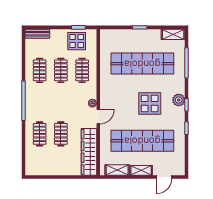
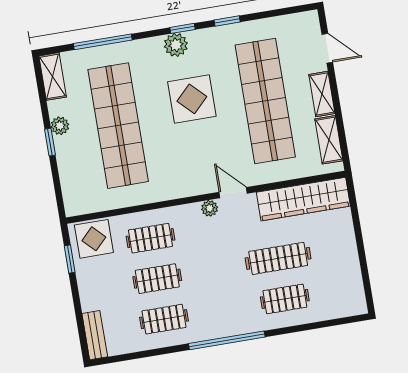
plant: (147, 34) -> (60, 126), added
display table: (77, 41) -> (94, 239), moved
clothes rail: (61, 134) -> (278, 258), width x1.36

